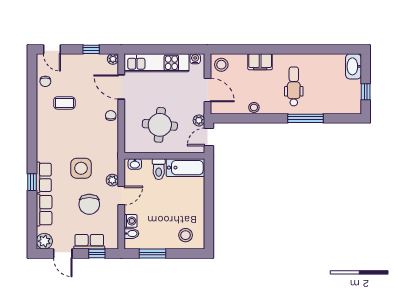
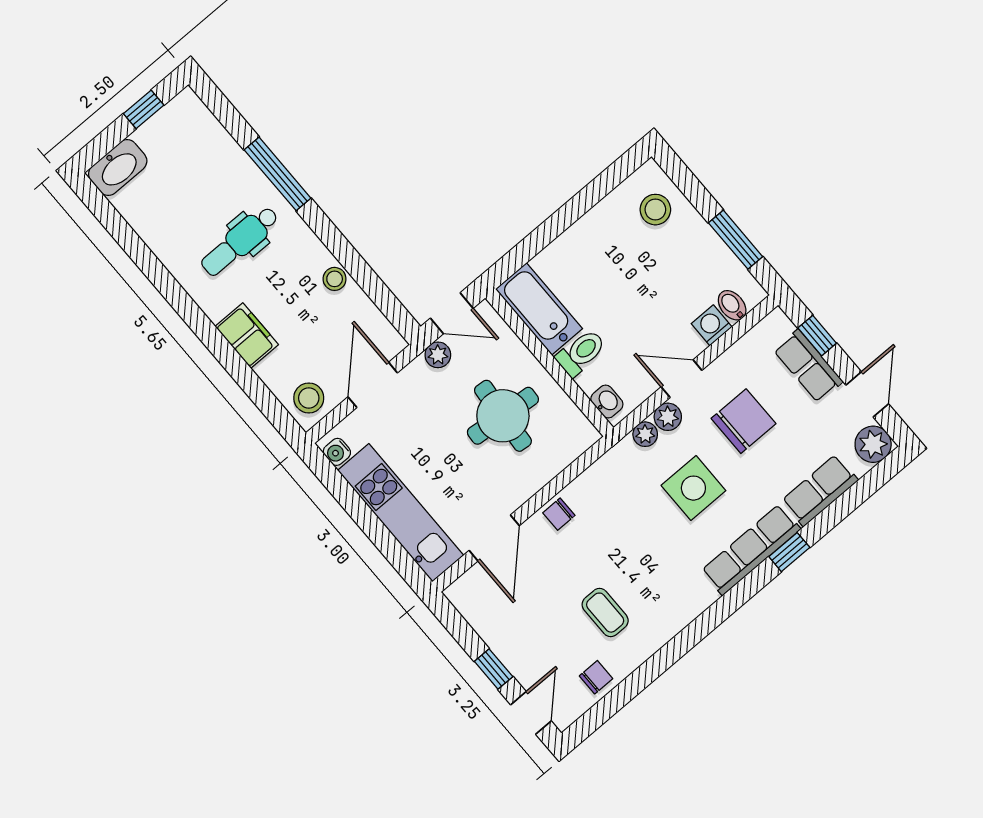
window: (91, 49) -> (494, 669), moved
plant: (113, 59) -> (645, 434), moved
row of seats: (44, 177) -> (751, 550), width x1.48

